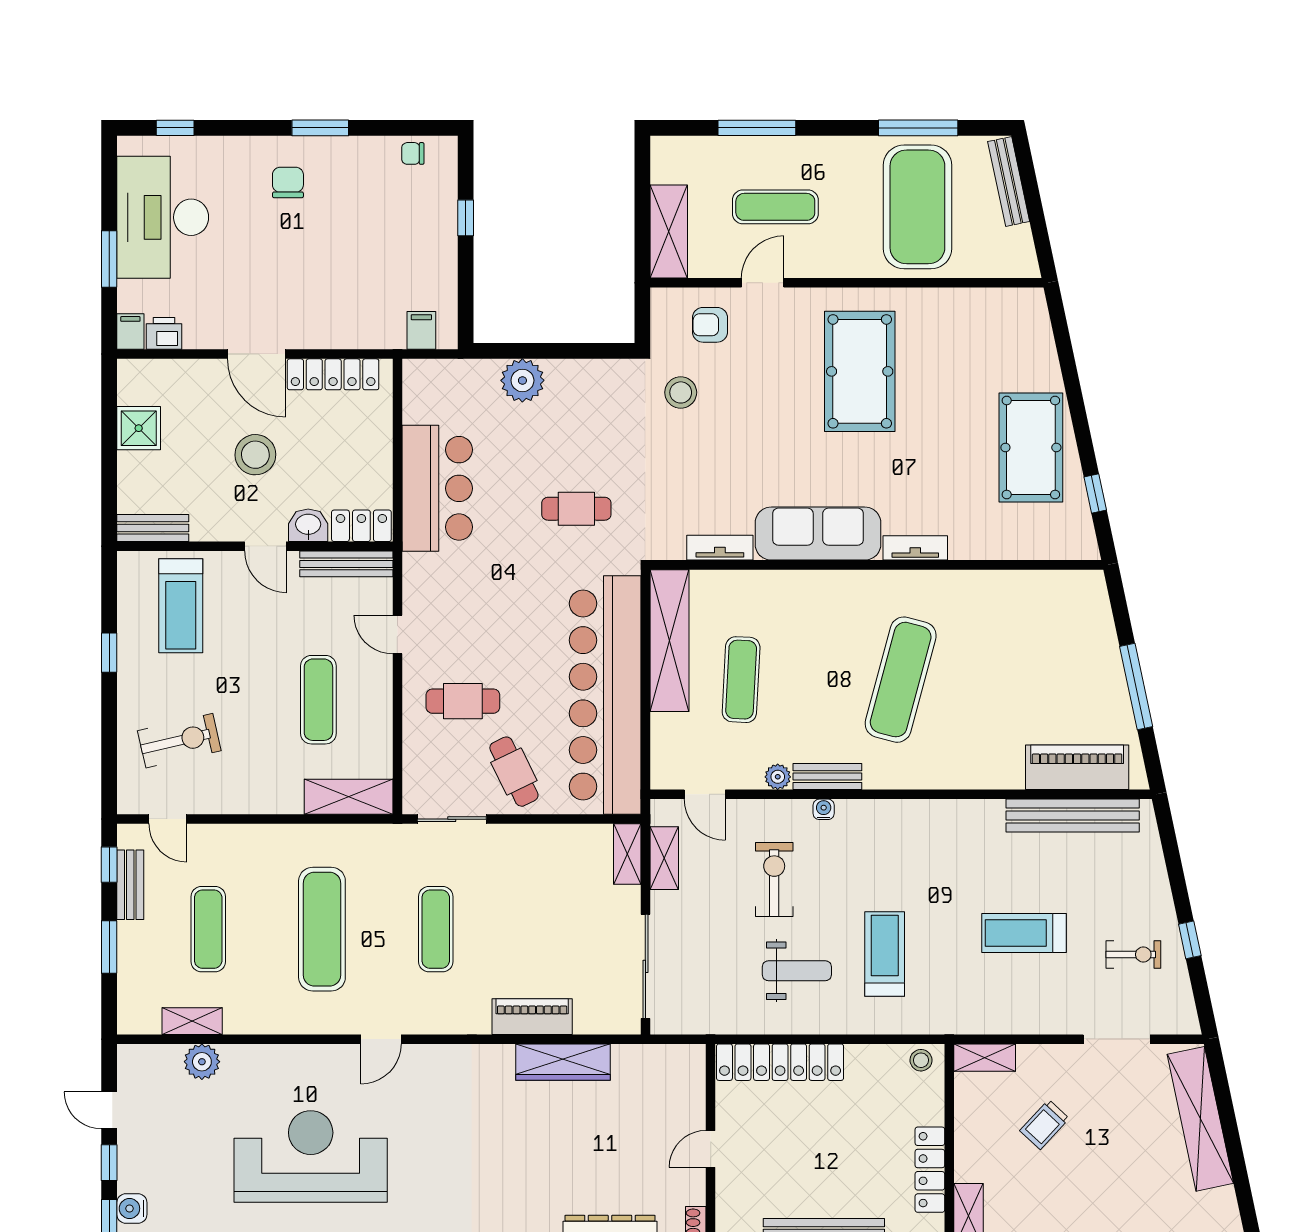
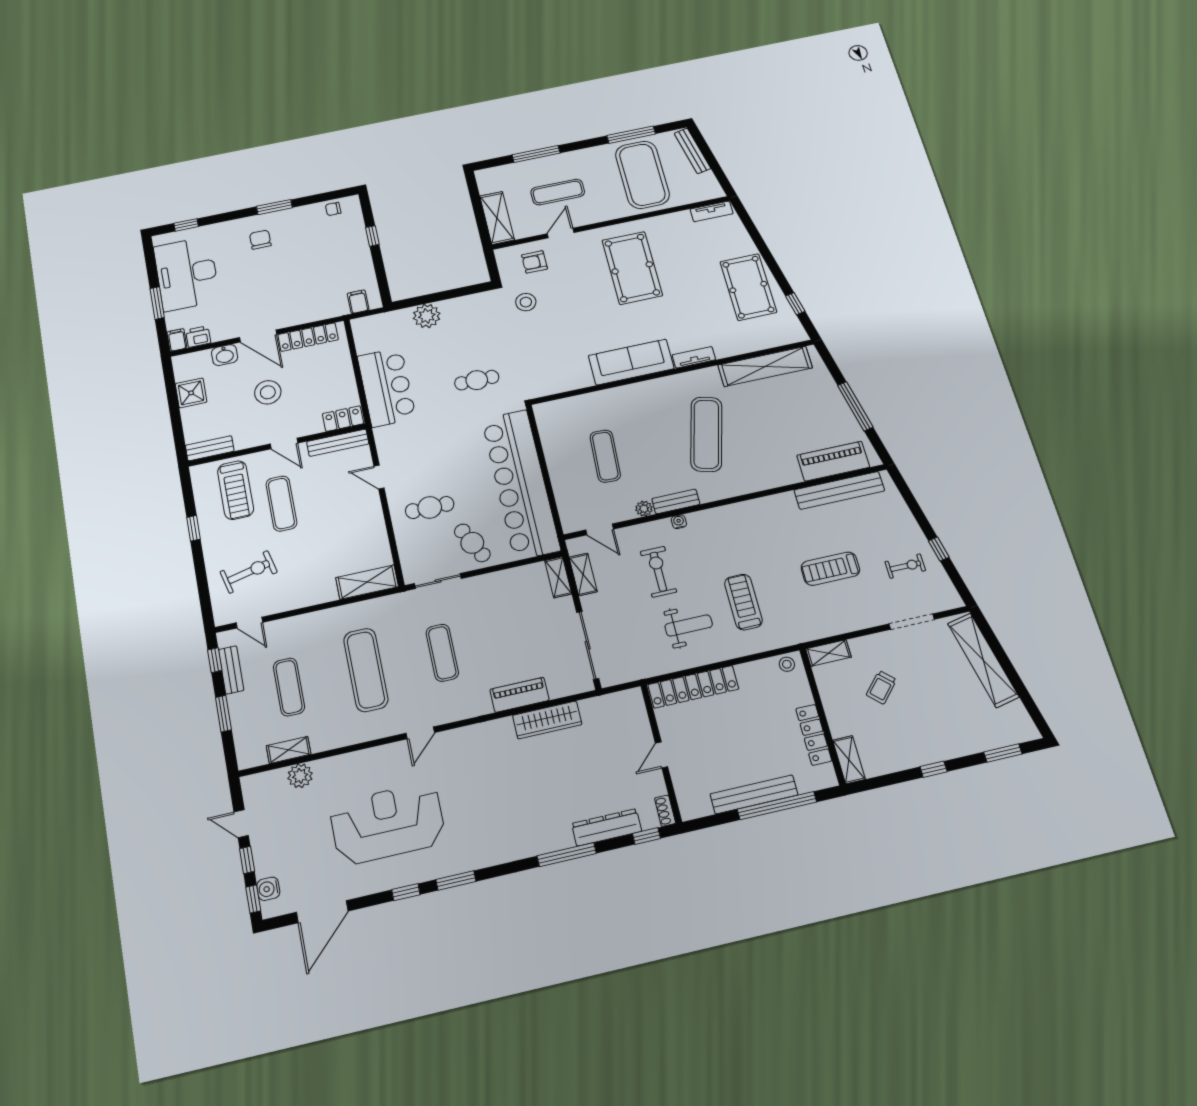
washbasin: (308, 525) -> (225, 355), moved, turned 180
tv unit: (720, 548) -> (712, 211), moved, turned 180
shelving: (669, 641) -> (765, 366), moved, turned 90
exercise mat: (318, 700) -> (281, 503), moved

